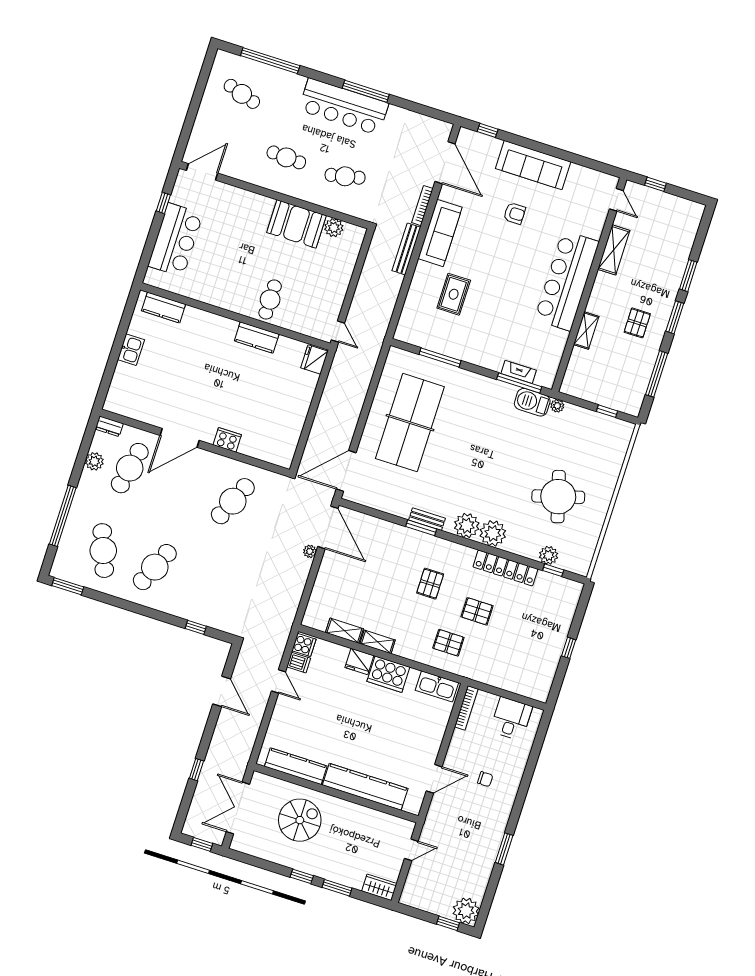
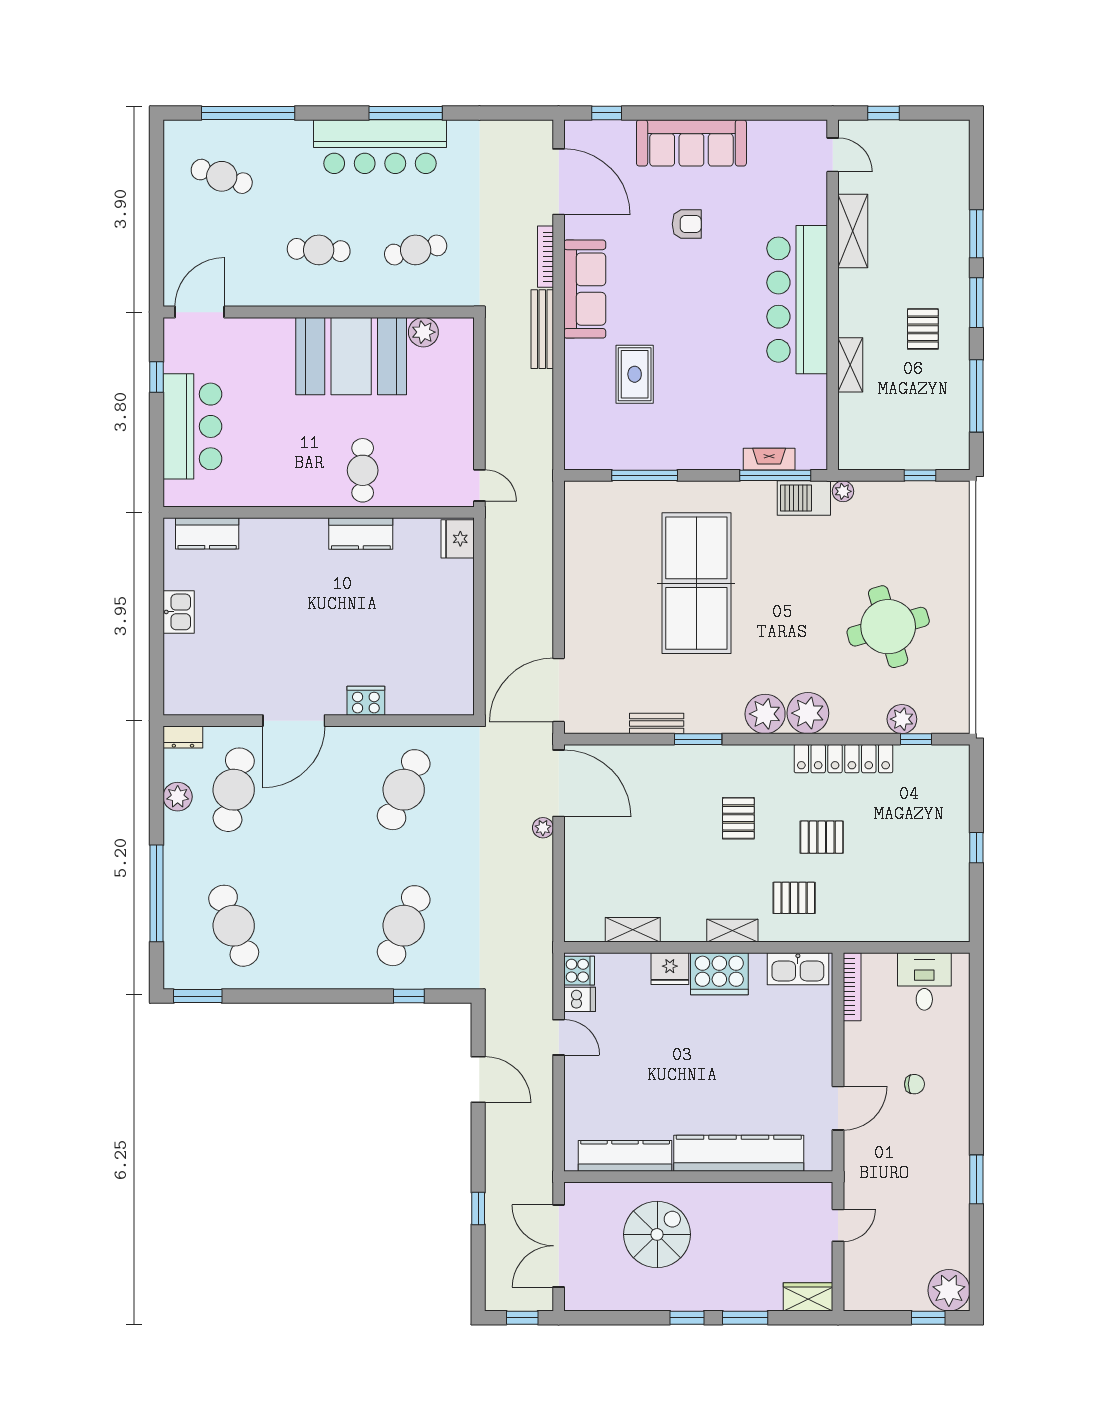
booth: (296, 224) -> (351, 356), width x1.36, depth x1.42
table tennis table: (410, 423) -> (696, 583), moved
bench: (427, 519) -> (657, 723), moved
cafe table: (155, 567) -> (404, 926), moved
shelving: (378, 642) -> (732, 931), moved

